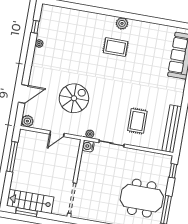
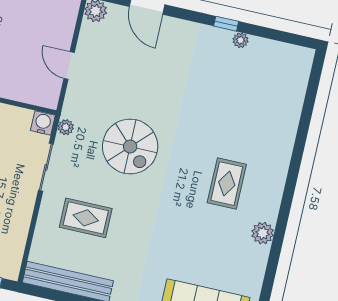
plant: (122, 23) -> (263, 233), moved
window: (35, 27) -> (226, 24), moved
spiral stairs: (74, 98) -> (130, 147), moved

